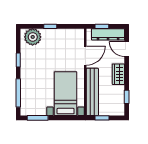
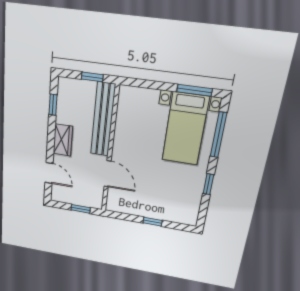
dresser: (108, 34) -> (73, 197), removed
plant: (33, 37) -> (180, 212), removed
door: (85, 56) -> (108, 174), swing flipped
bed with nightstands: (66, 94) -> (185, 129), moved

